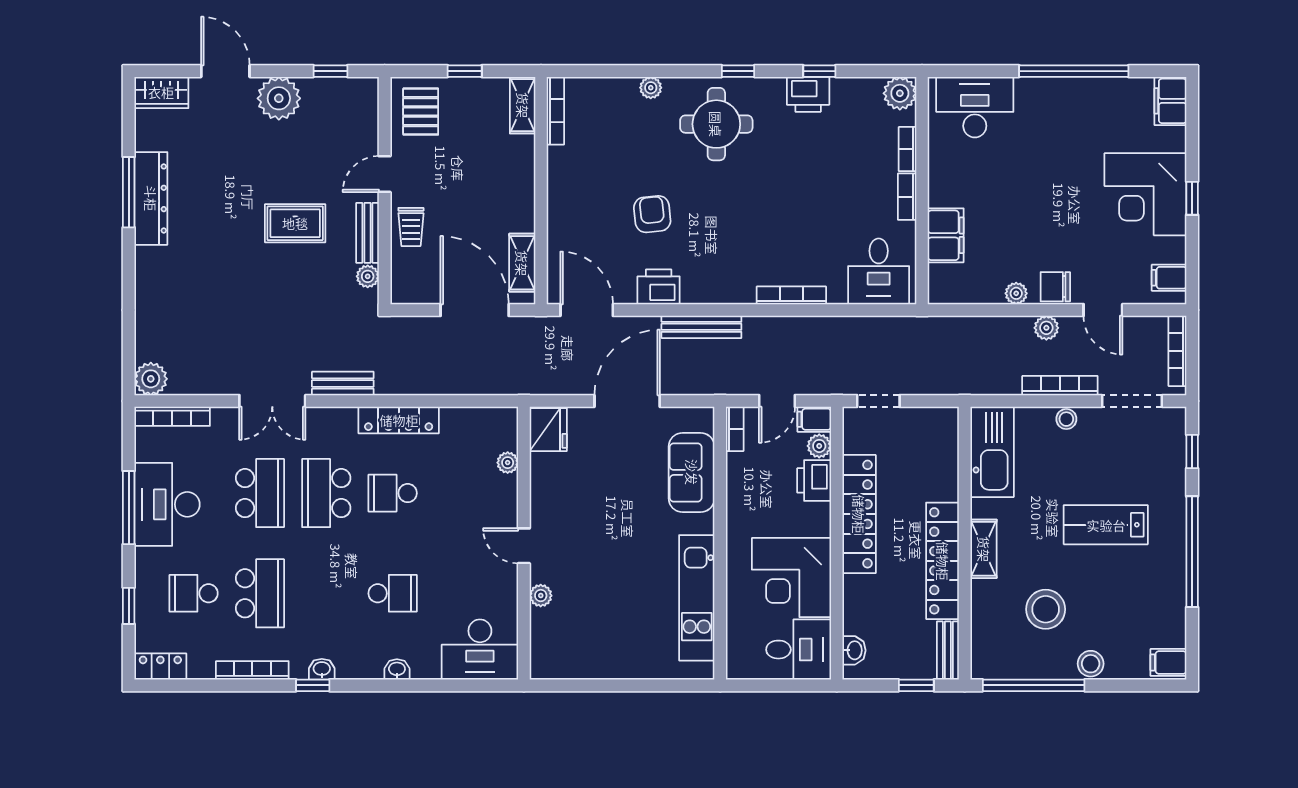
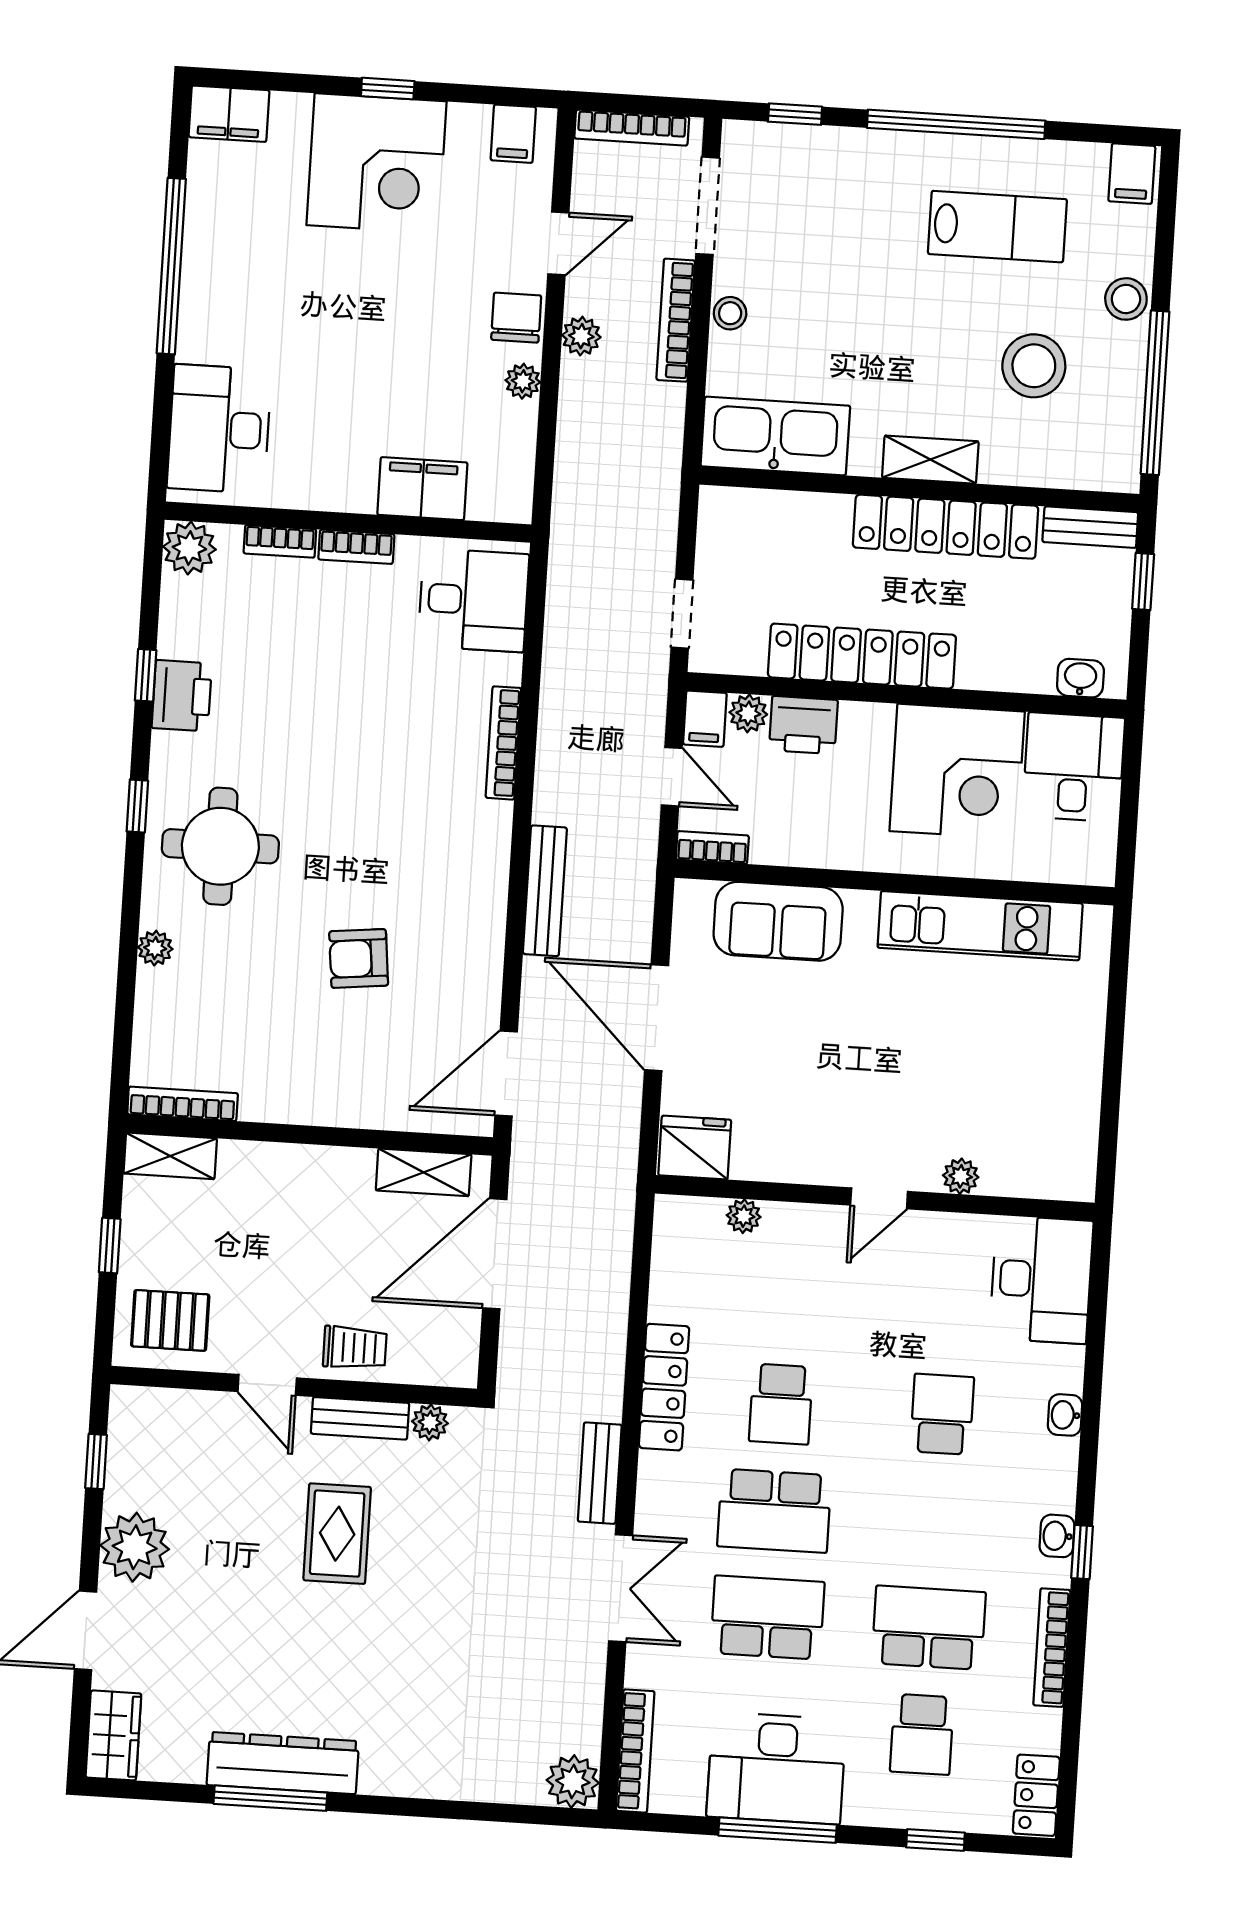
printer: (659, 287) -> (476, 956), removed
chair: (1055, 287) -> (516, 318), turned 180
lab bench: (1106, 525) -> (997, 227), moved, turned -90

